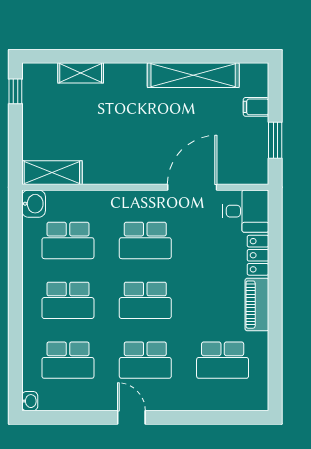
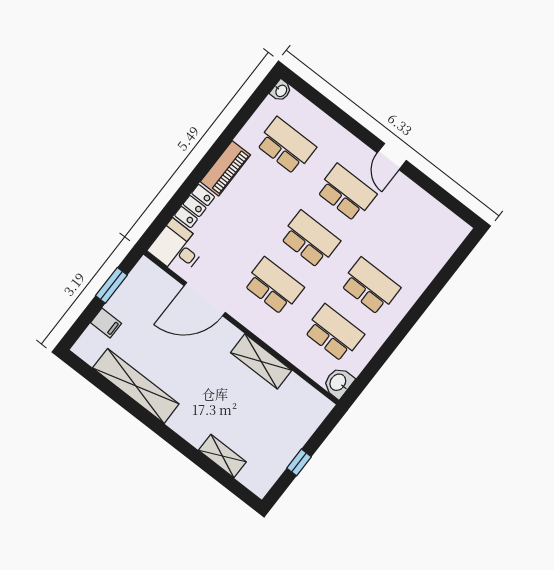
window: (15, 91) -> (299, 462), moved
shelving: (52, 173) -> (261, 361), moved
school desk: (68, 360) -> (407, 240), removed
washbasin: (30, 401) -> (281, 91), moved, turned 180

